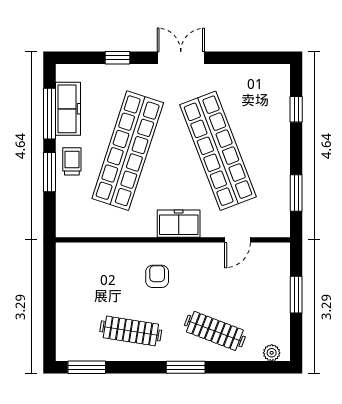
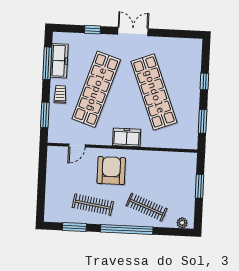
window: (296, 109) -> (204, 81), moved
window: (50, 172) -> (45, 115), moved
door: (237, 240) -> (77, 146), moved
armchair: (157, 276) -> (111, 171), width x1.88, depth x1.88
window: (87, 367) -> (74, 227), moved
window: (186, 367) -> (127, 229), width x2.11

